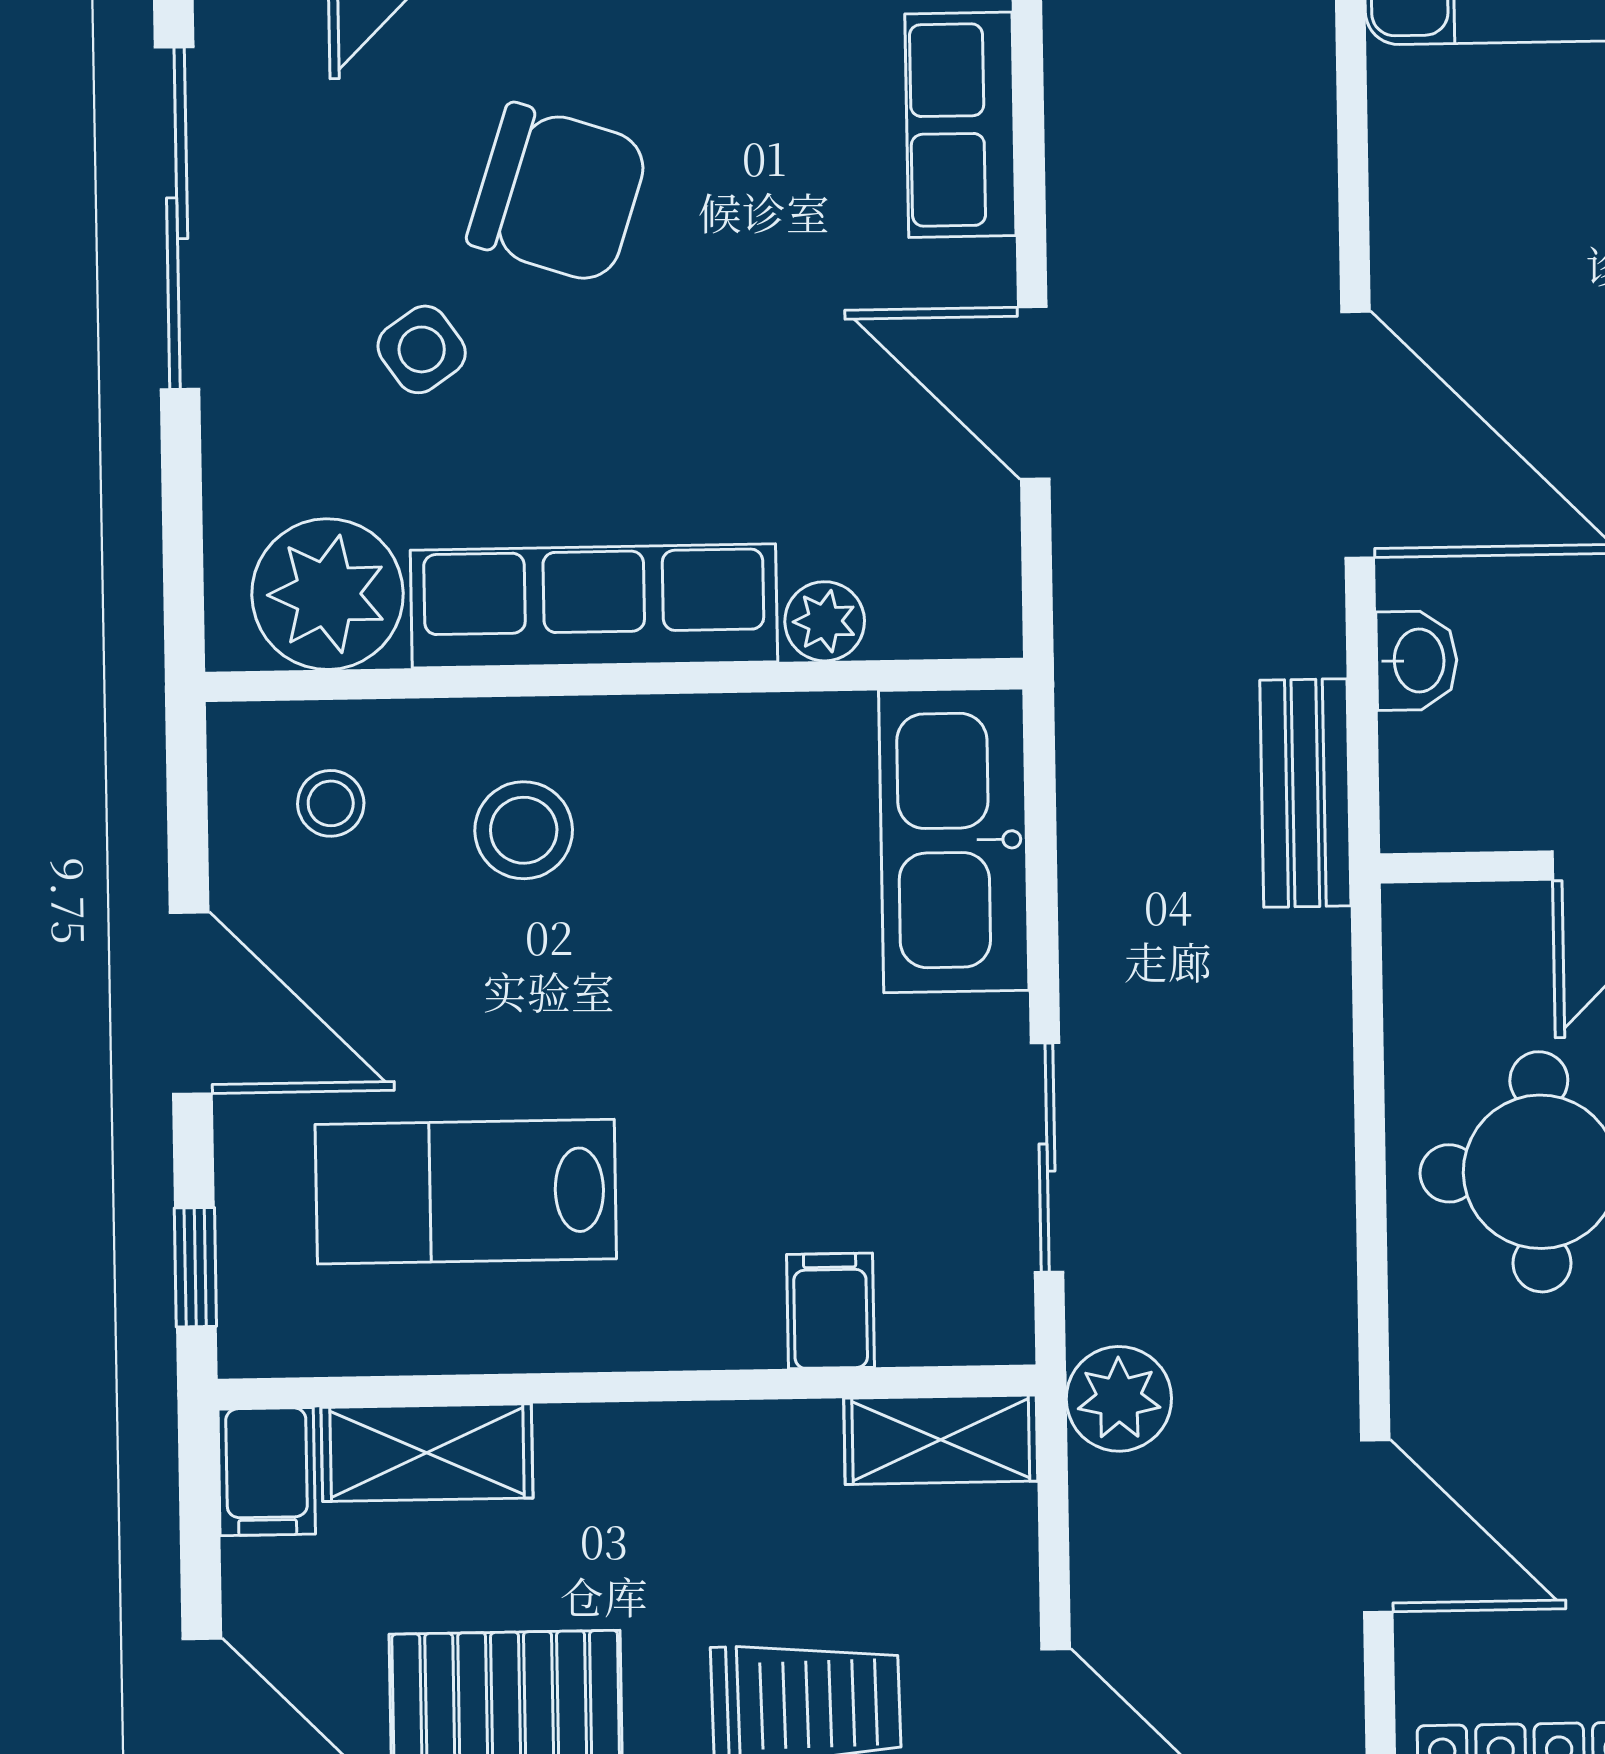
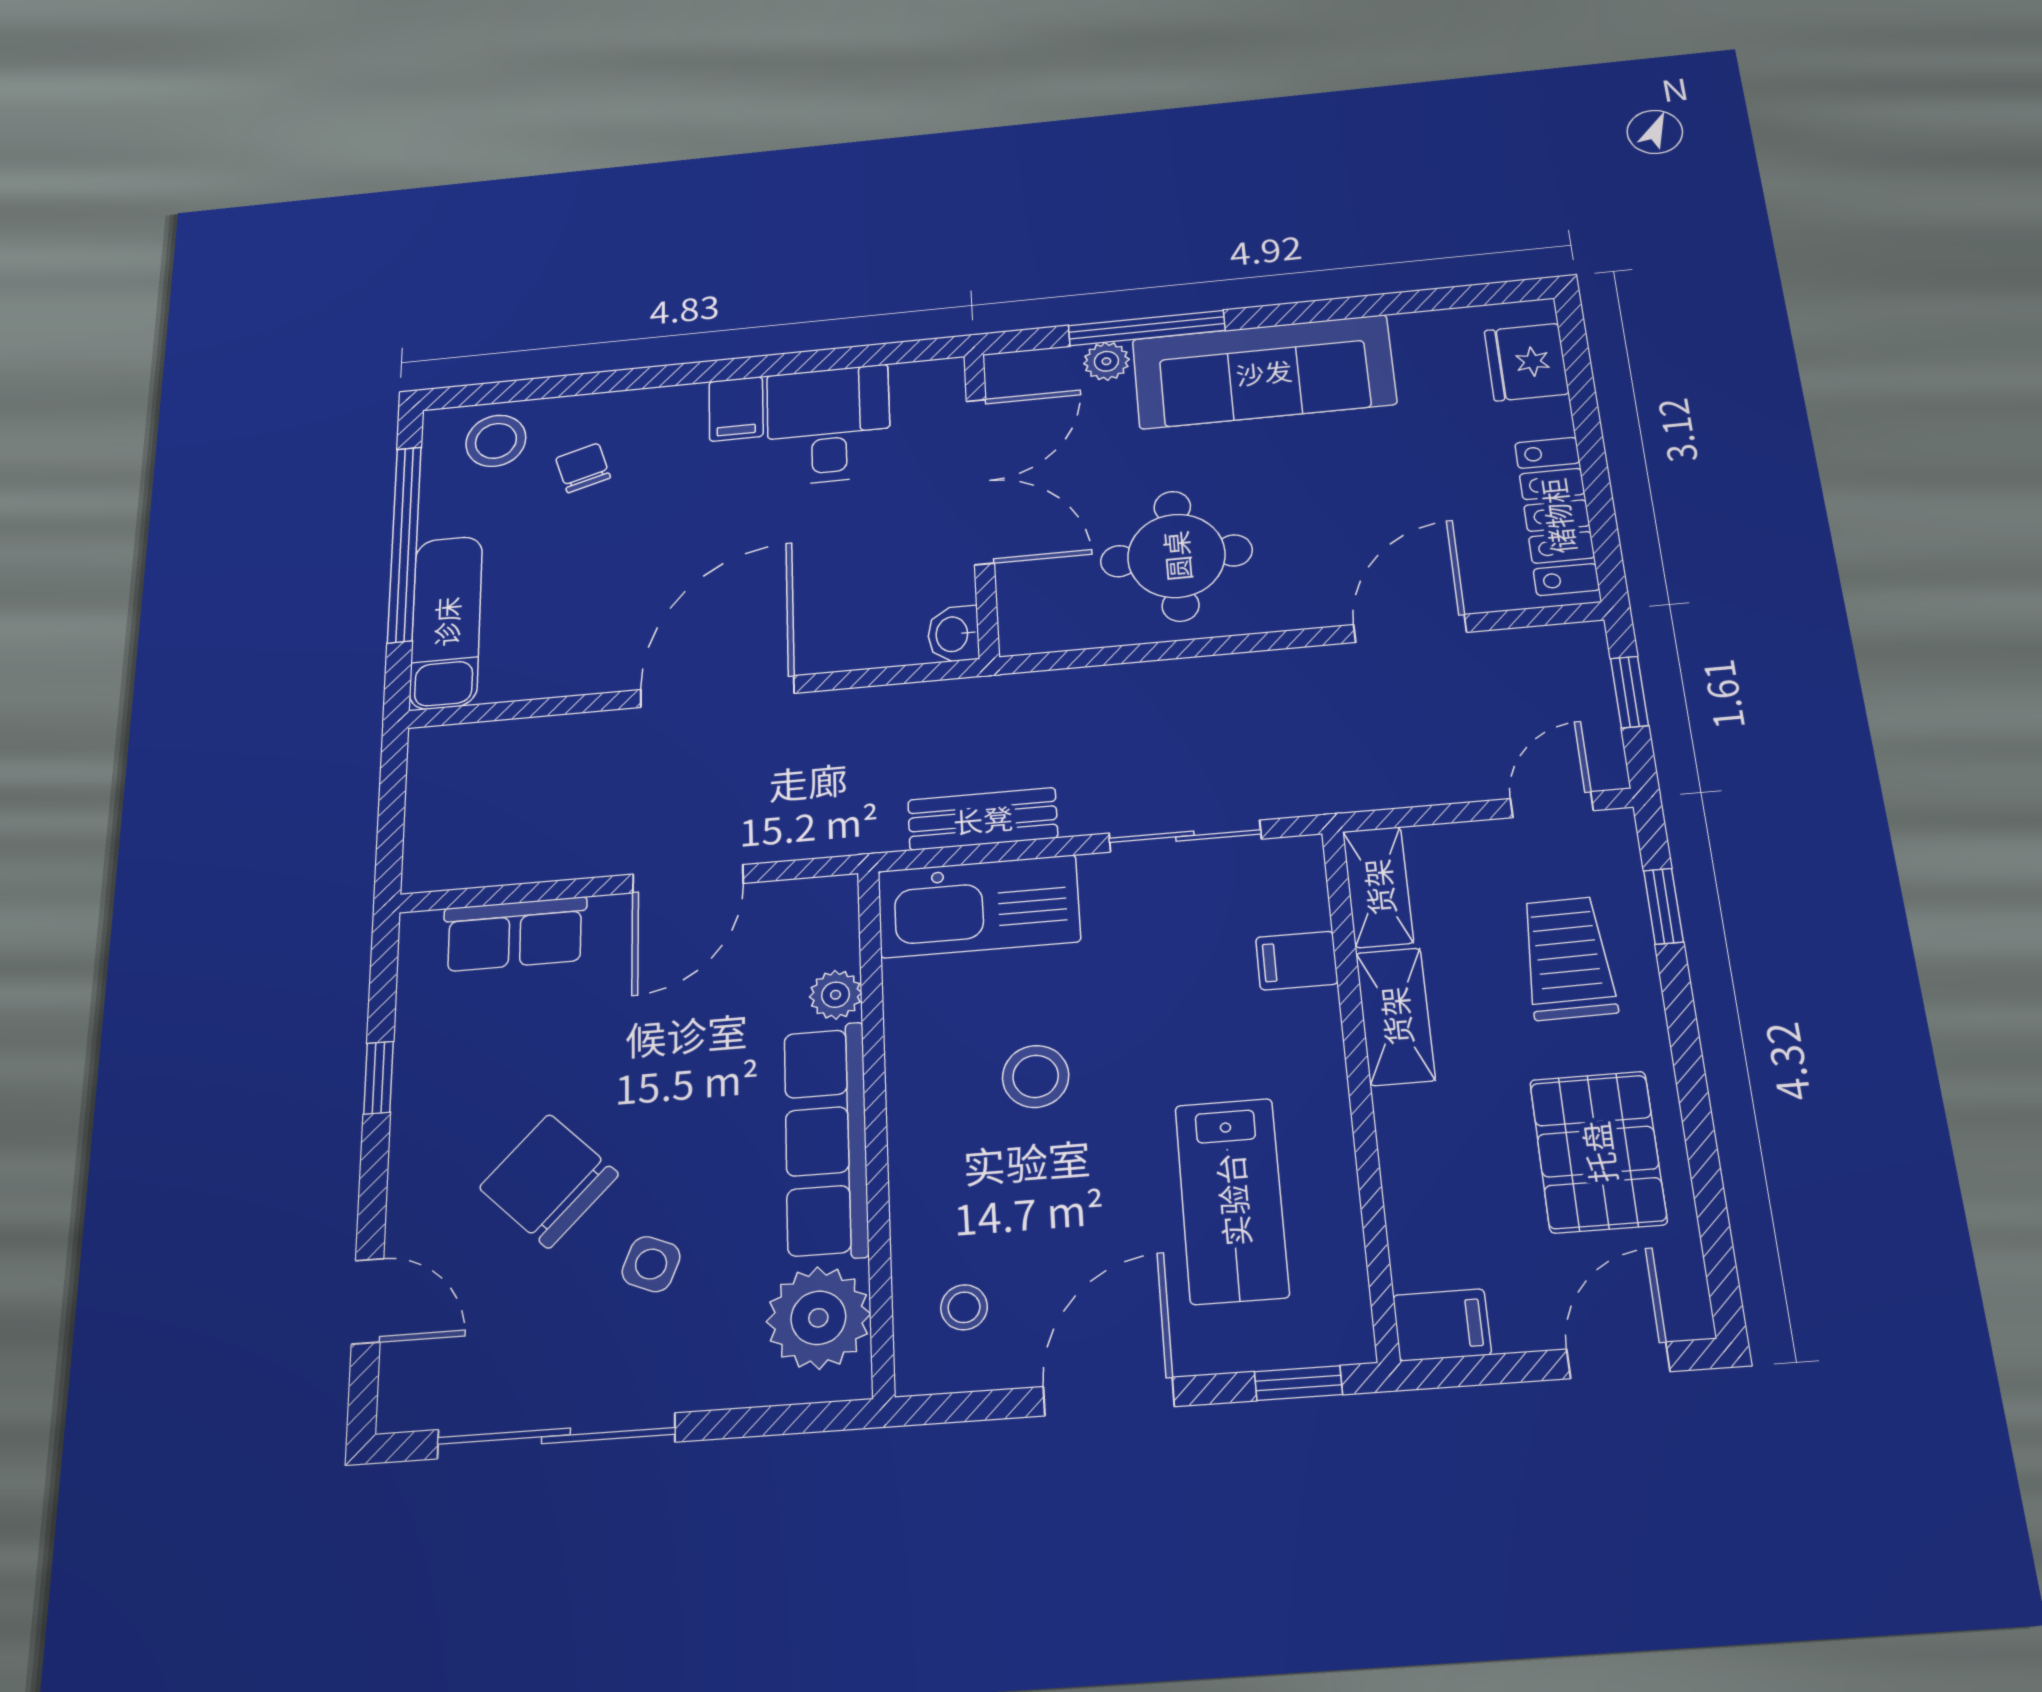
chair: (558, 194) -> (549, 1181), turned -64
side table: (422, 349) -> (651, 1264), turned -33
washbasin: (1417, 661) -> (953, 634), moved, turned -90
bench: (1305, 793) -> (983, 819), moved
stool: (524, 830) -> (1036, 1076), moved
plant: (1119, 1399) -> (1341, 782), removed
shelving: (427, 1453) -> (1395, 1016), moved

